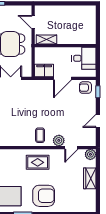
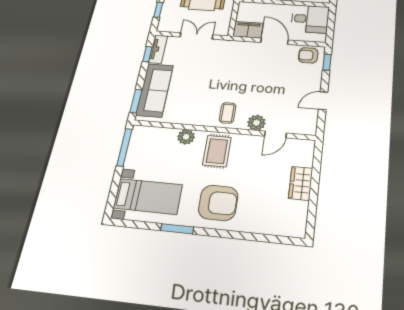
door: (63, 78) -> (274, 41), swing flipped
plant: (90, 154) -> (186, 137), moved
rug: (38, 162) -> (217, 151), turned 90

